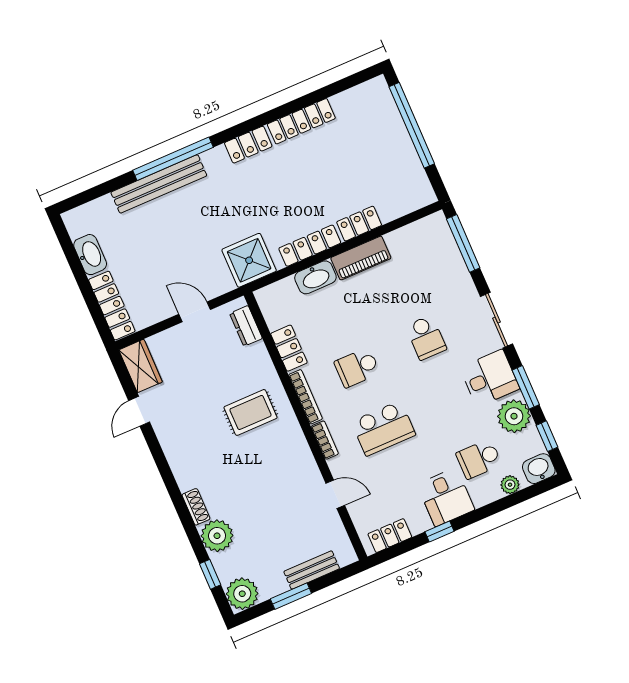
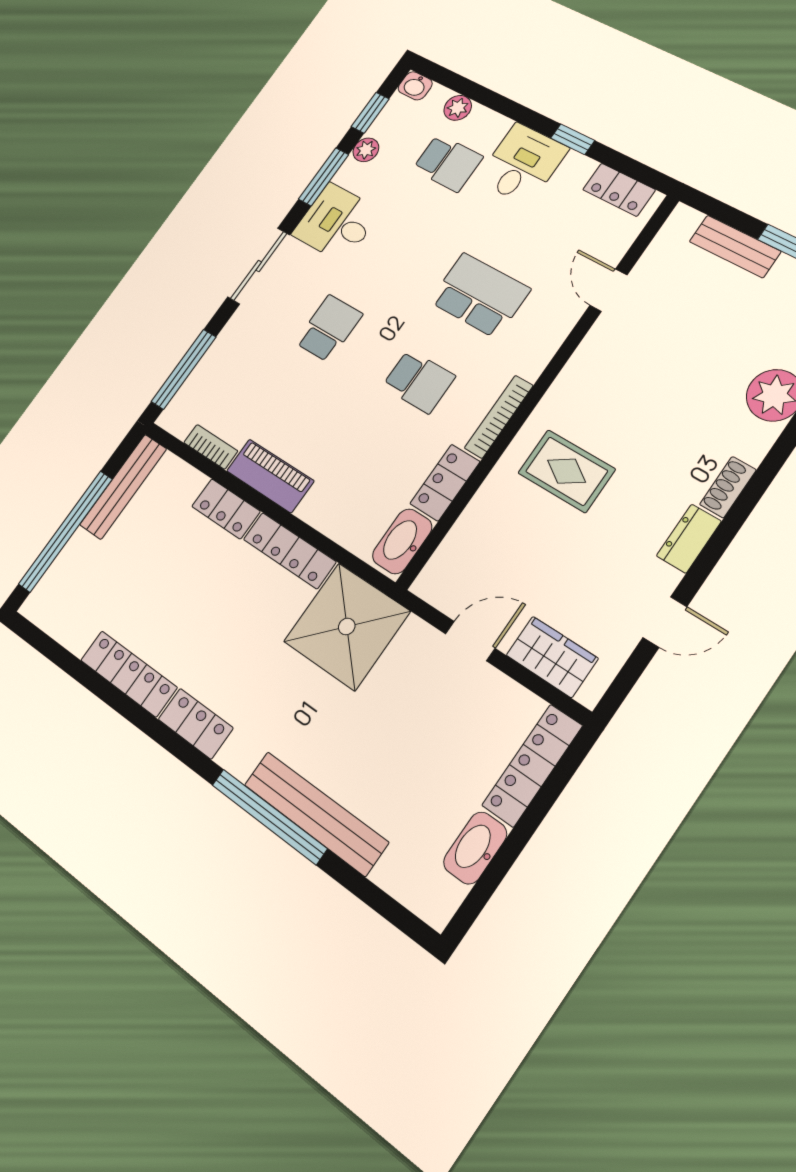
bench: (415, 172) -> (123, 487), added
shower: (249, 260) -> (347, 626), width x1.37, depth x1.37
washbasin: (315, 277) -> (402, 541), moved, turned -90
door: (195, 312) -> (470, 641), swing flipped
dresser: (246, 326) -> (689, 539), moved, turned 180
wardrobe: (141, 366) -> (552, 657), moved, turned 90
plant: (514, 416) -> (366, 150), width x0.53, depth x0.53
bookcase: (325, 440) -> (211, 447), moved, turned 90
washbasin: (539, 469) -> (415, 86), width x0.72, depth x0.69
shoe rack: (196, 507) -> (728, 487), moved

